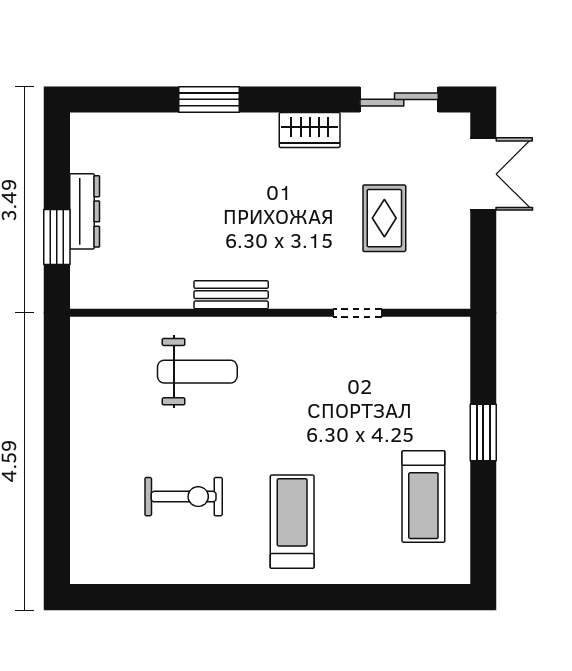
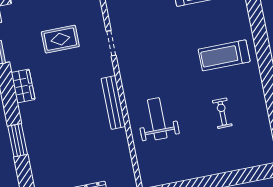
bench: (231, 295) -> (113, 103), width x1.36
exercise bike: (184, 497) -> (222, 113), width x0.73, depth x0.72

